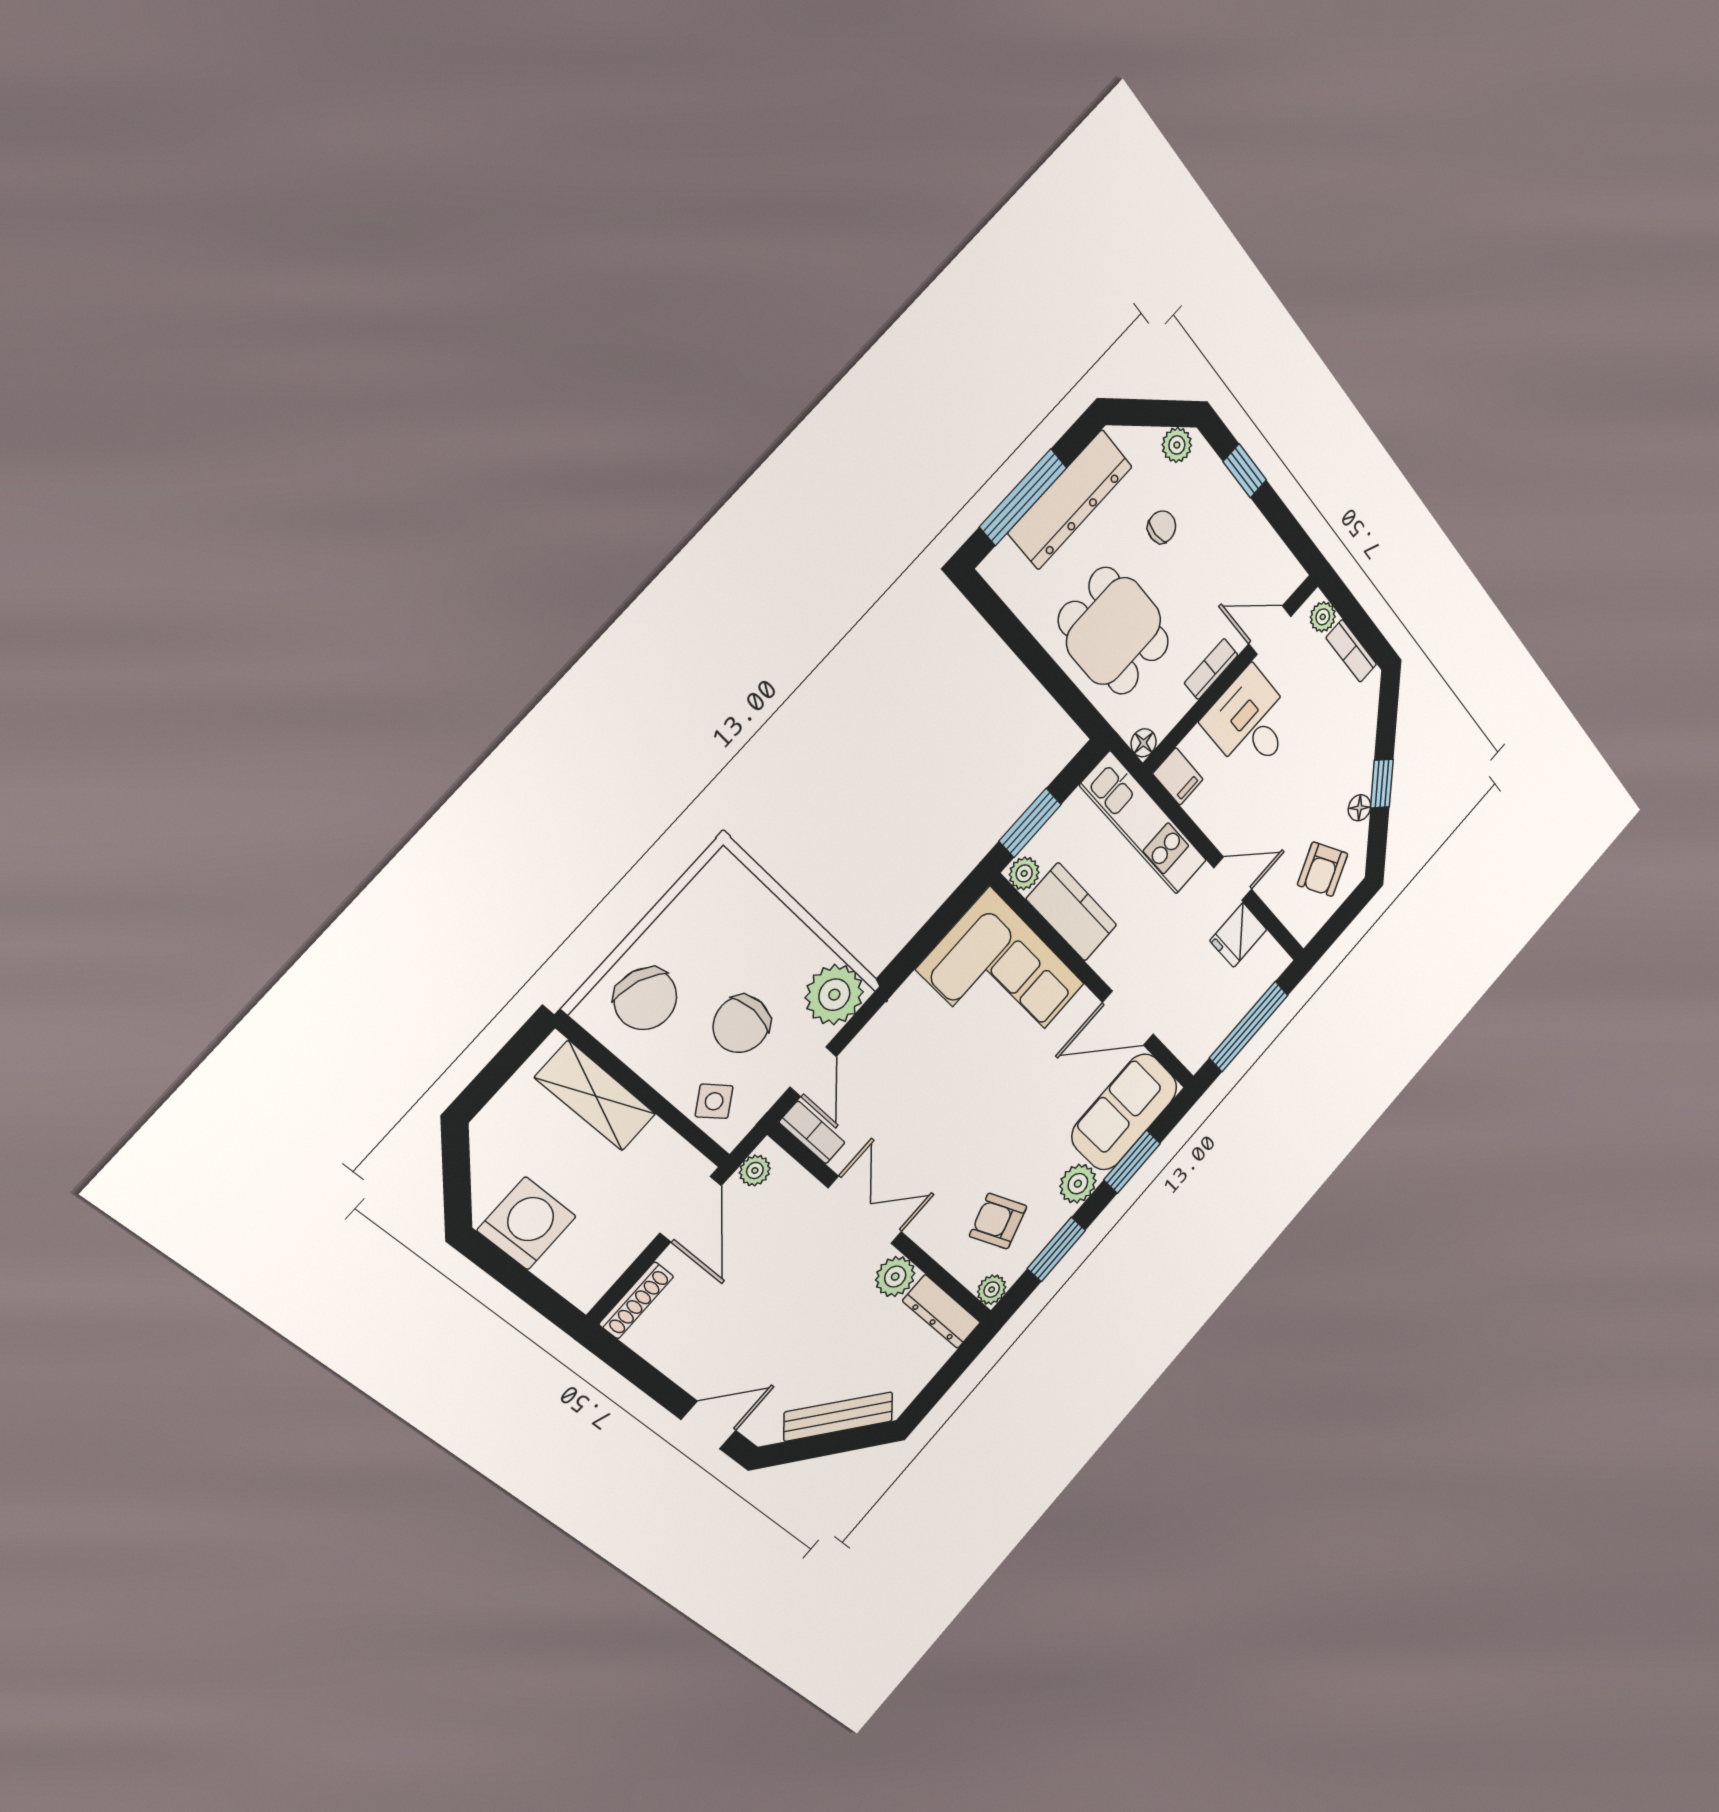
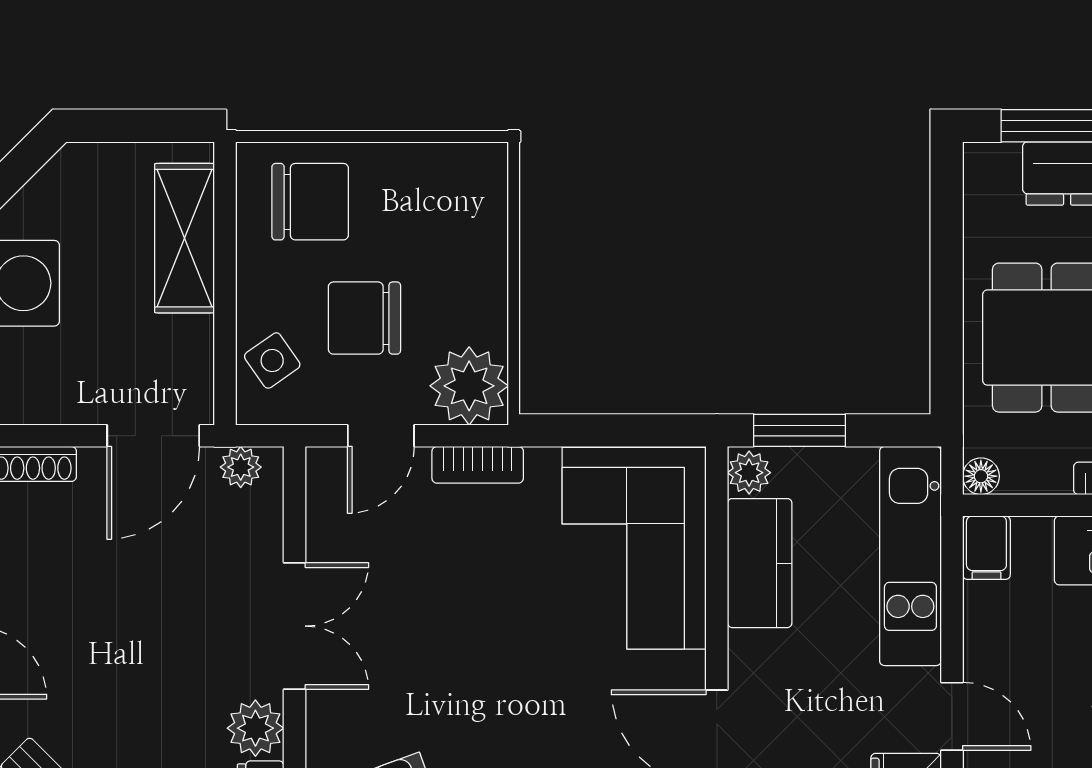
chair: (646, 999) -> (310, 202), turned -112
bookcase: (812, 1132) -> (478, 465), moved, turned 90

